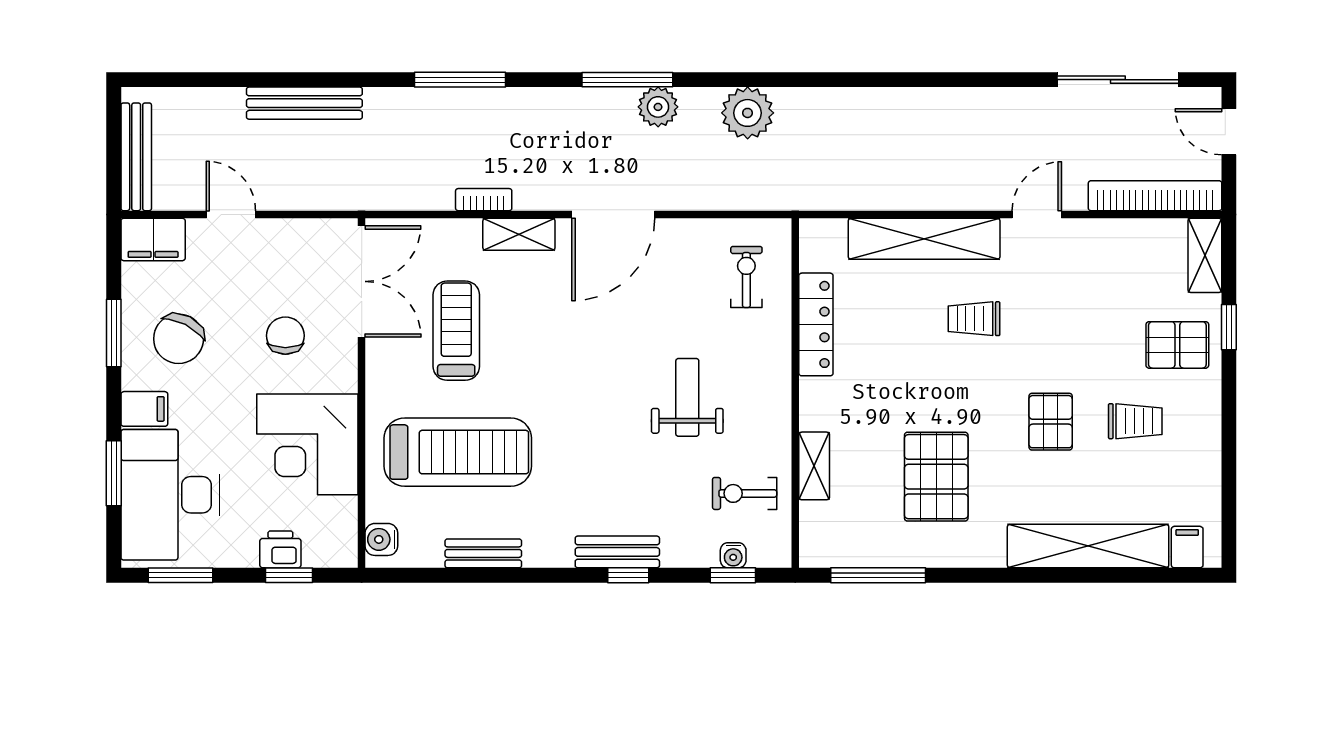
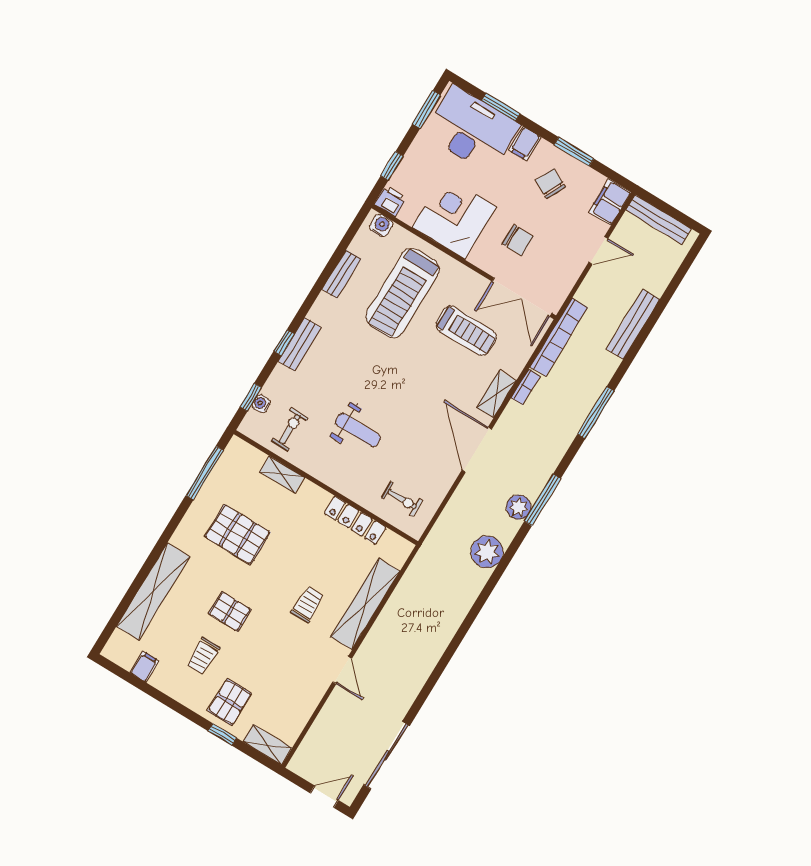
bookcase: (1155, 196) -> (559, 337), moved
chair: (179, 339) -> (550, 184), width x0.73, depth x0.73
filing cabinet: (1187, 547) -> (144, 667), moved, turned -90
printer: (280, 549) -> (390, 201), moved, turned -90

